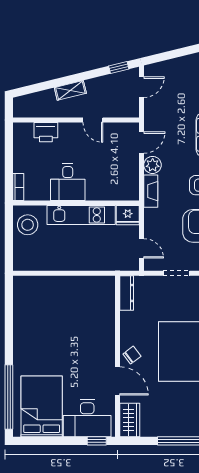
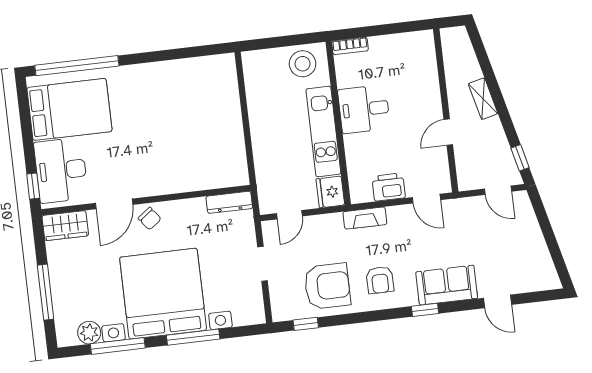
printer: (46, 132) -> (389, 187), moved, turned 90
plant: (153, 165) -> (399, 216), removed

